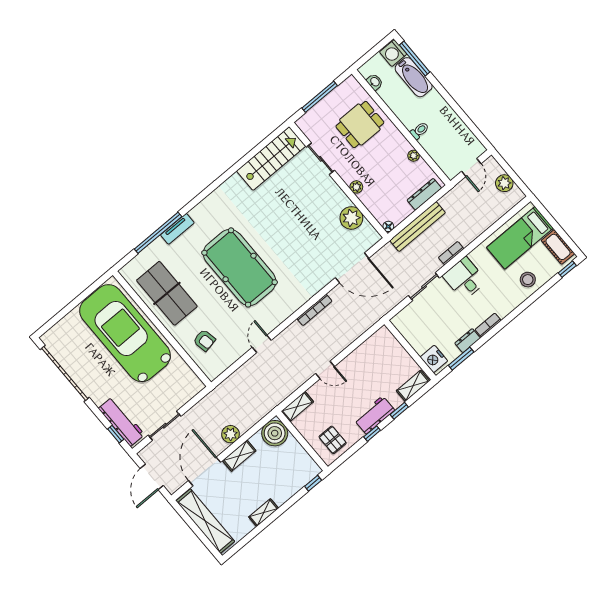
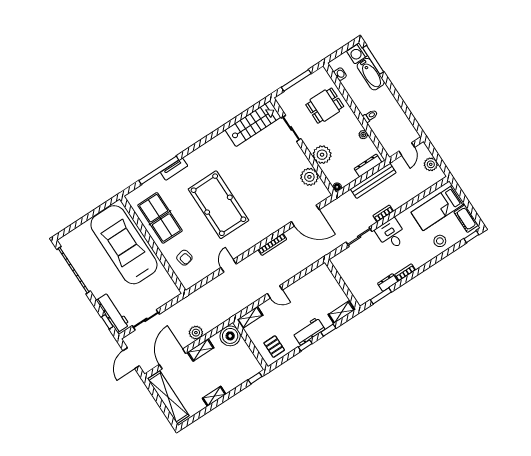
plant: (356, 187) -> (322, 155), width x1.88, depth x1.88
bench: (418, 227) -> (373, 181), moved
nightstand: (434, 359) -> (360, 294), removed

